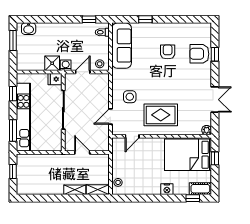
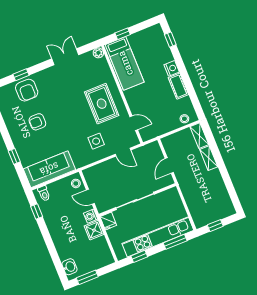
bed: (188, 155) -> (125, 63), width x0.67
cot: (200, 189) -> (178, 86), moved

